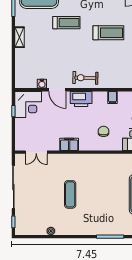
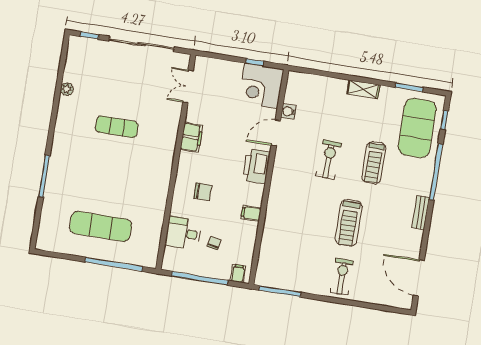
exercise bike: (85, 78) -> (329, 159), moved

